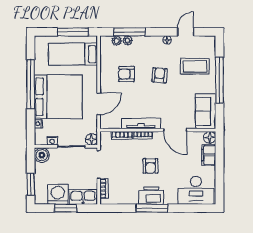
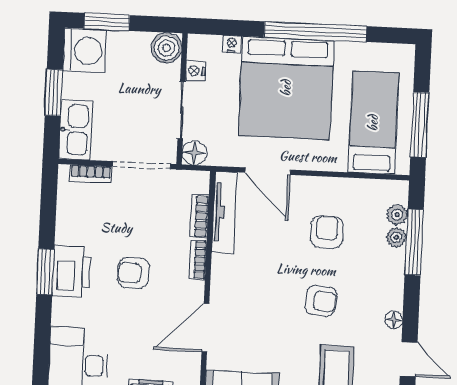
tv unit: (141, 124) -> (224, 212), moved
washing machine: (58, 194) -> (85, 51), moved
window: (152, 208) -> (45, 272), width x0.69

